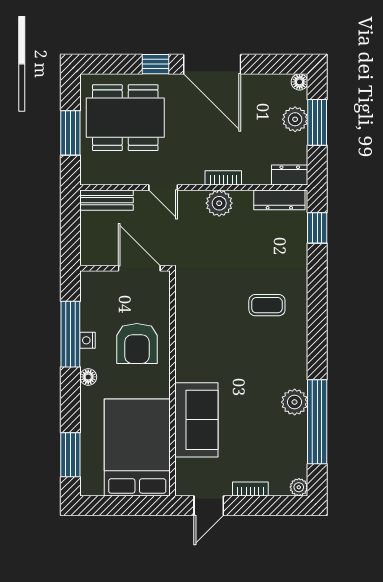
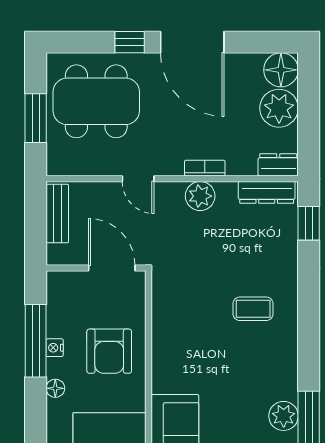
floor lamp: (300, 82) -> (281, 70), width x1.89, depth x1.89
plant: (295, 119) -> (279, 108), width x1.36, depth x1.36
window: (317, 122) -> (309, 107), removed
bench: (106, 200) -> (57, 214), moved, turned 90

